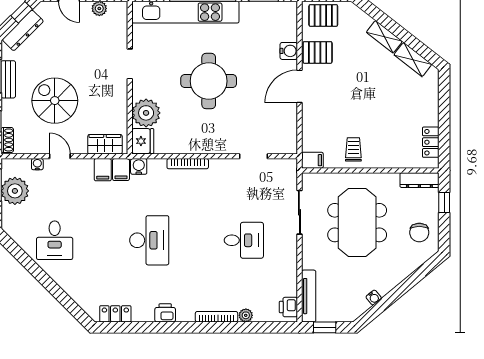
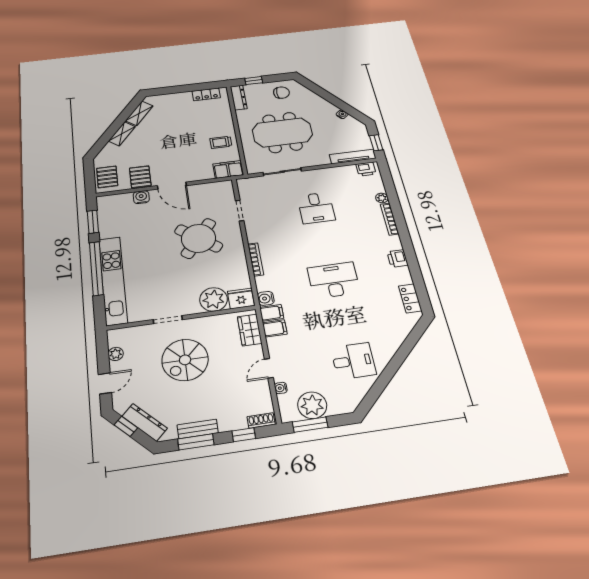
round table: (209, 81) -> (199, 238), moved, turned 38
spiral stairs: (55, 101) -> (185, 360), moved
filing cabinet: (312, 160) -> (228, 169), width x2.00
desk: (244, 240) -> (316, 208), turned 180

